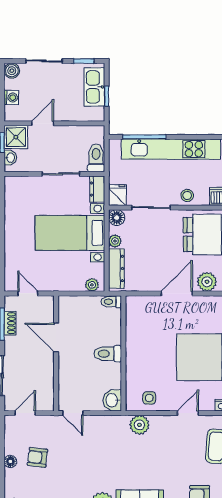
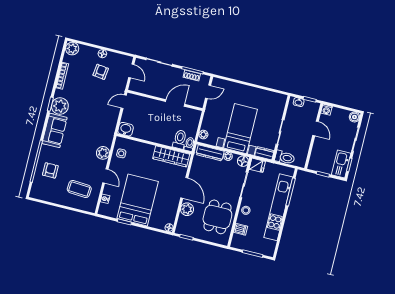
kitchen sink: (94, 87) -> (341, 164), moved, turned -90
washing machine: (11, 98) -> (326, 110), moved
shower: (16, 137) -> (311, 109), removed
wardrobe: (136, 324) -> (171, 156), added
toilet: (108, 354) -> (180, 139), moved
plant: (139, 425) -> (103, 153), moved

